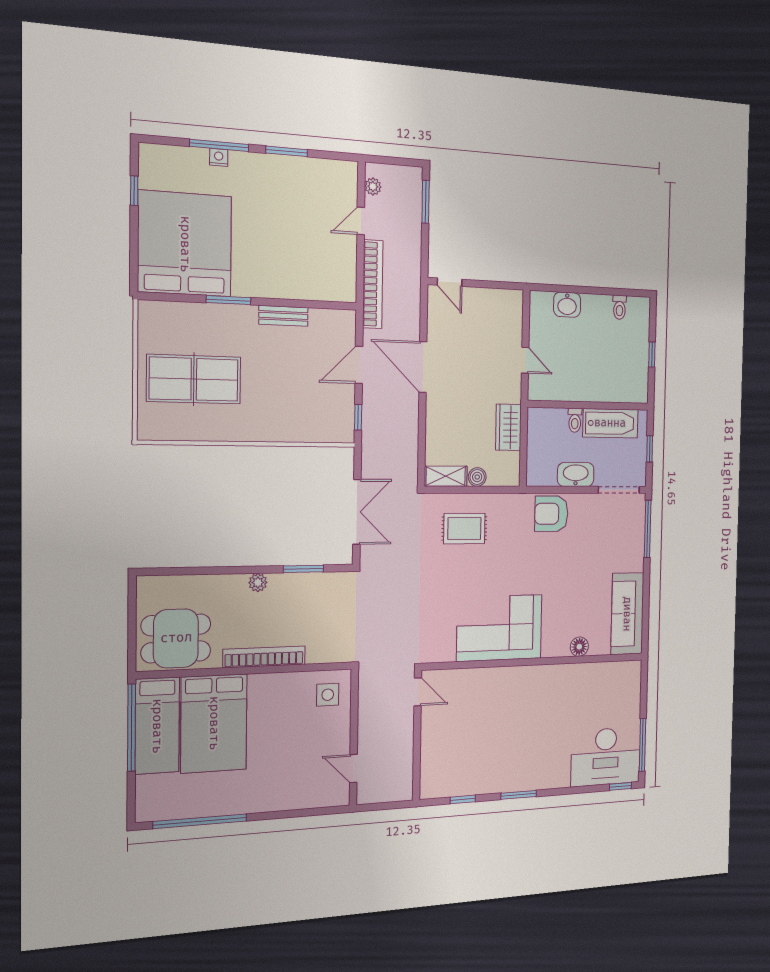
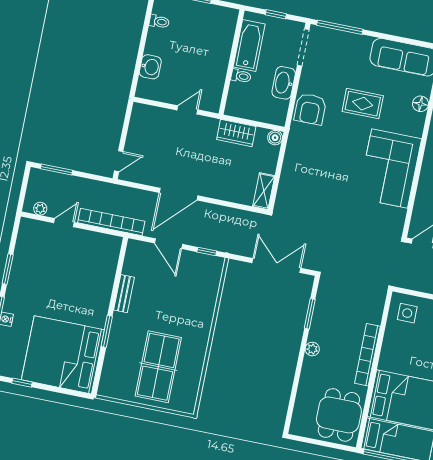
door: (361, 221) -> (64, 223), swing flipped
boiler: (477, 477) -> (275, 138), moved
rug: (464, 529) -> (363, 104), moved, turned 90

